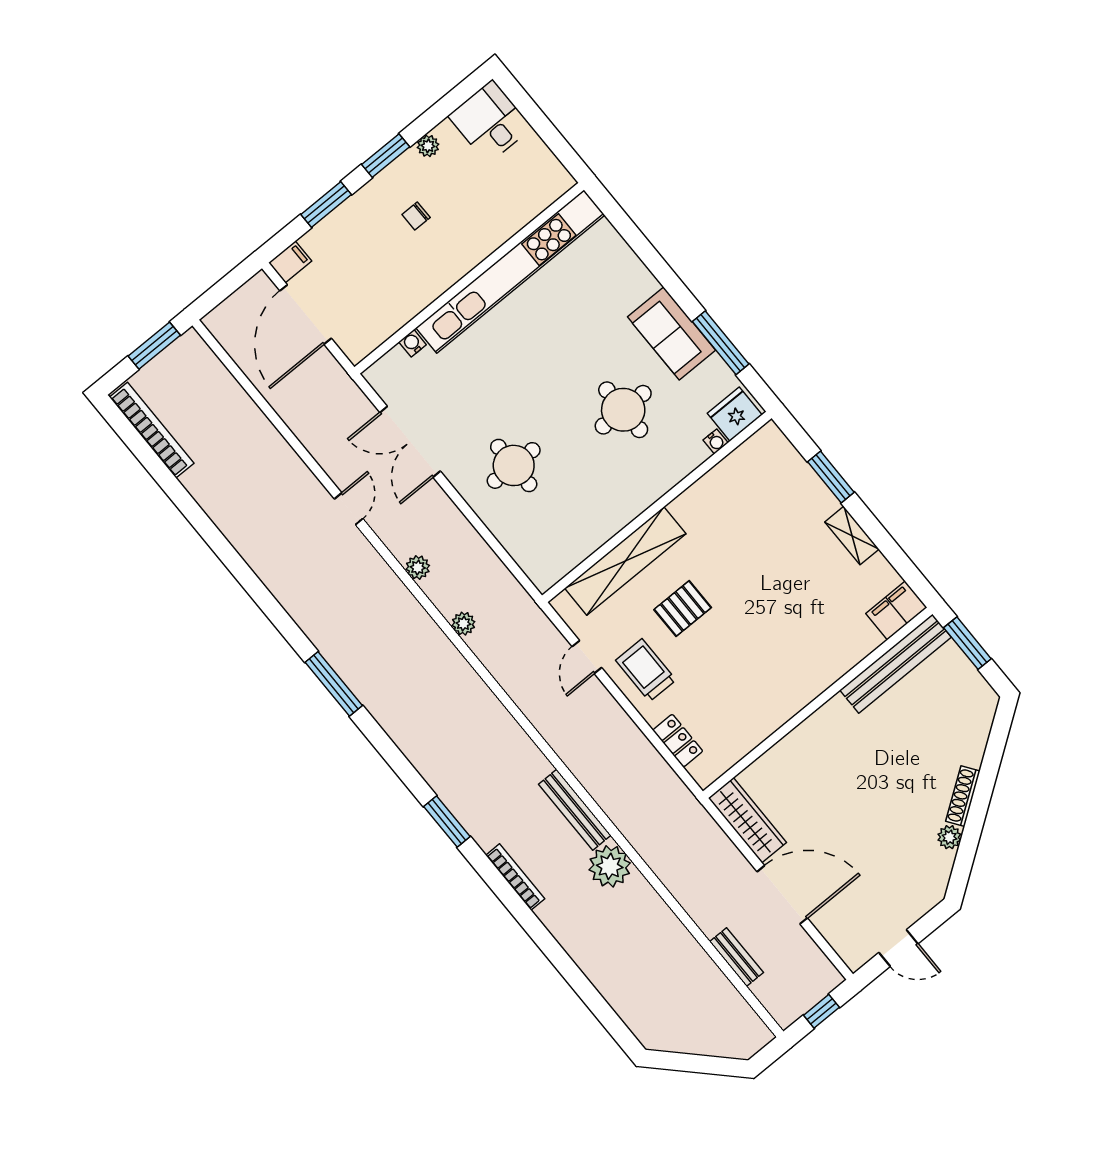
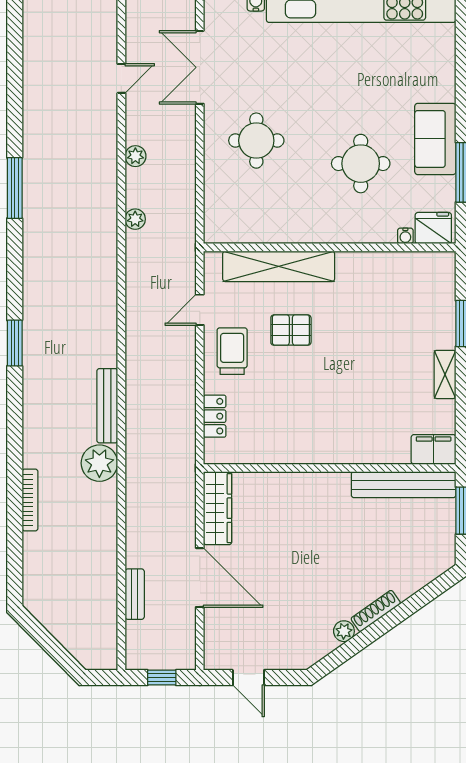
bookcase: (515, 877) -> (30, 500), moved

